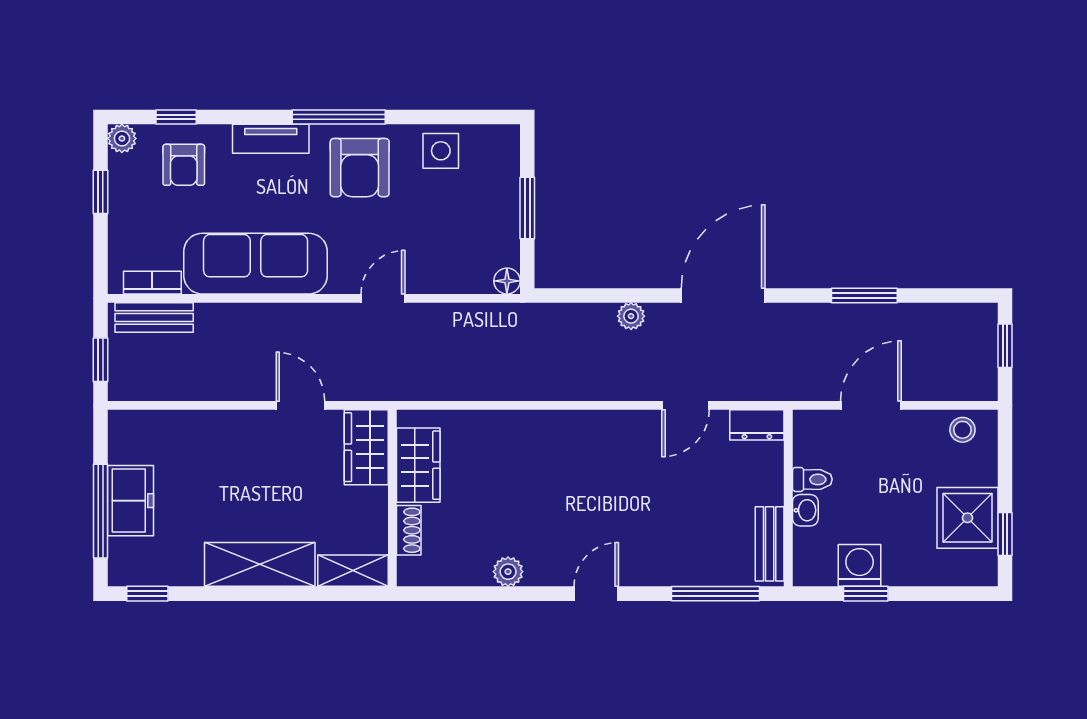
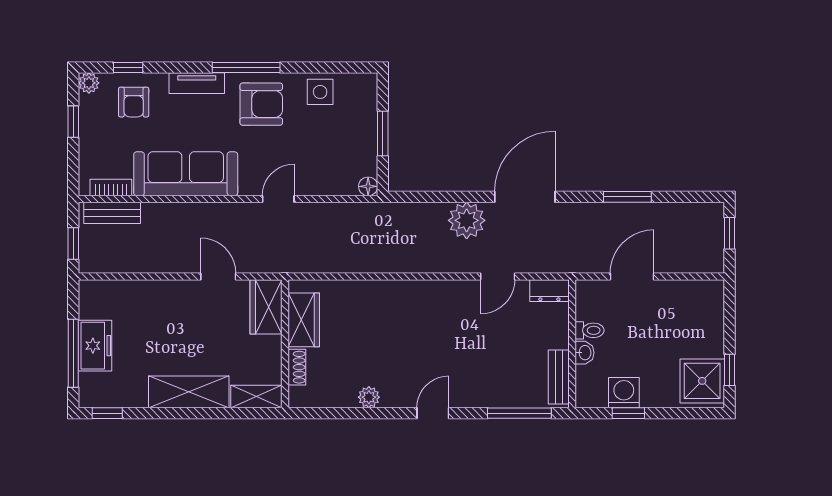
armchair: (360, 168) -> (261, 104), turned -90
plant: (631, 316) -> (467, 220), width x1.88, depth x1.88
stool: (962, 430) -> (699, 294), removed
shower: (967, 518) -> (702, 381), moved

